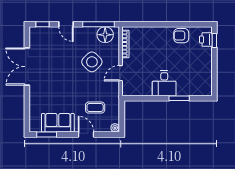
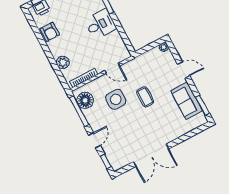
plant: (149, 33) -> (63, 62), added
side table: (92, 62) -> (116, 99), turned 45
coffee table: (95, 108) -> (145, 97), moved
door: (86, 135) -> (184, 70), swing flipped

